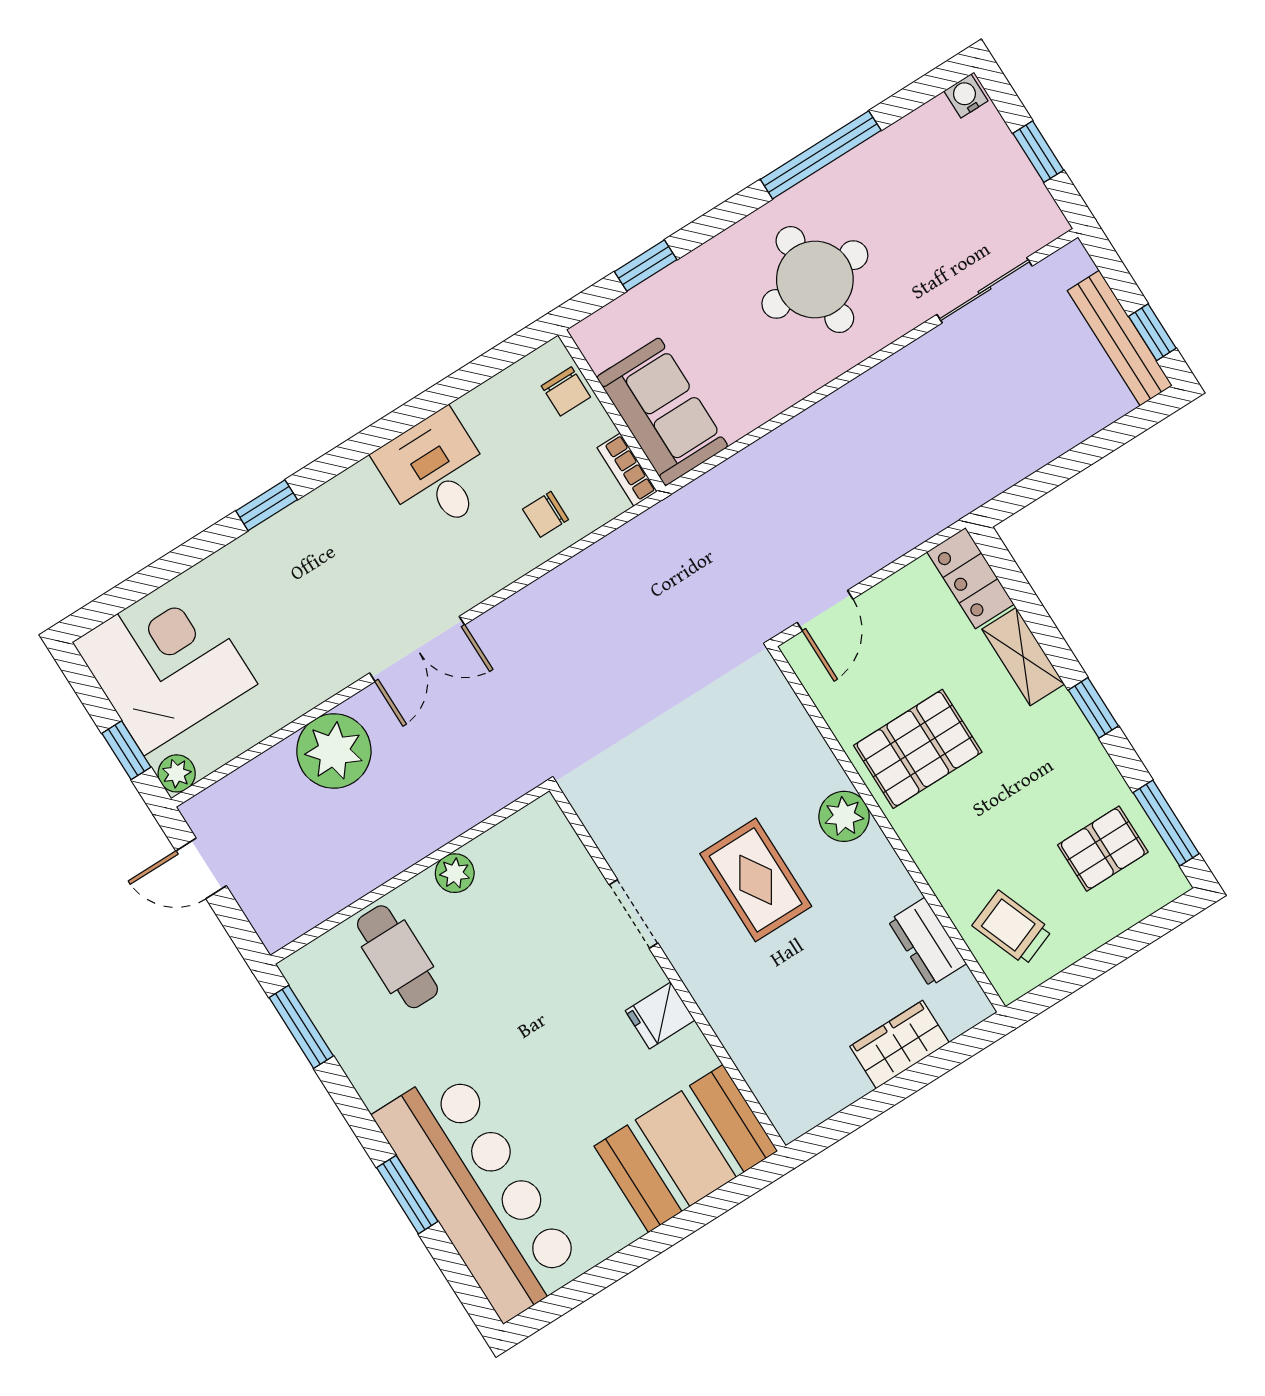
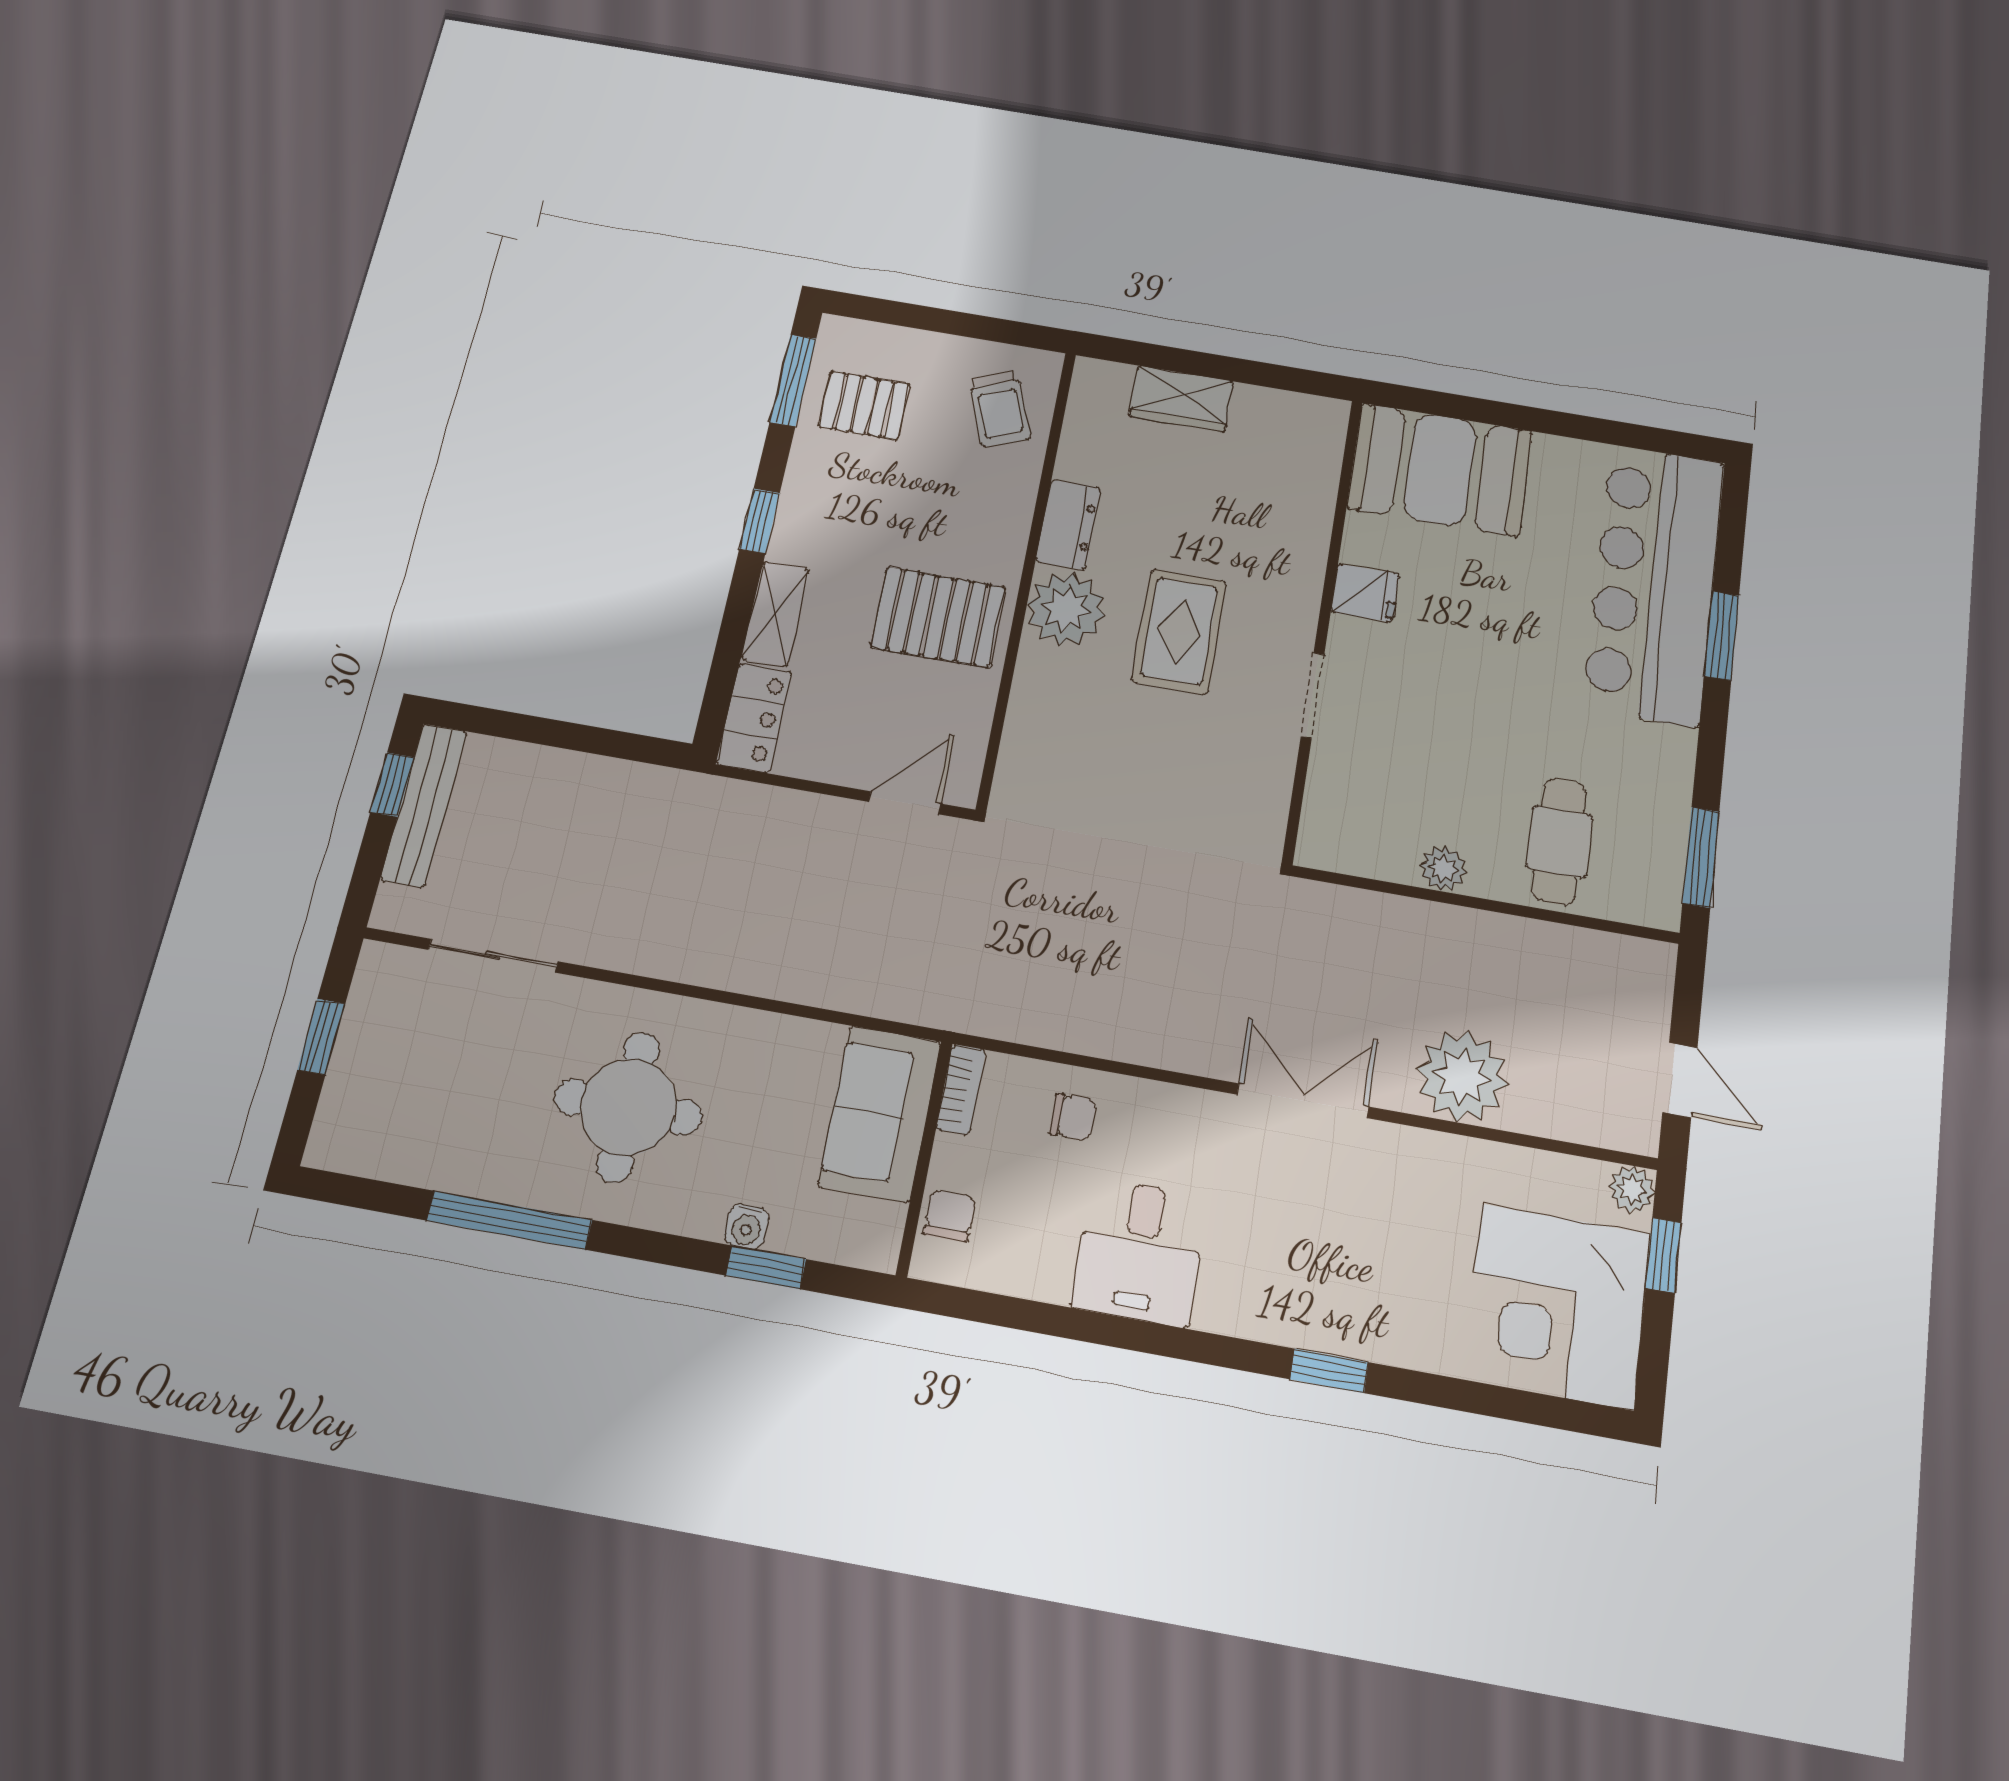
water cooler: (966, 96) -> (747, 1227), moved
plant: (844, 816) -> (1066, 609), width x1.36, depth x1.36
dresser: (927, 942) -> (1068, 525), moved

